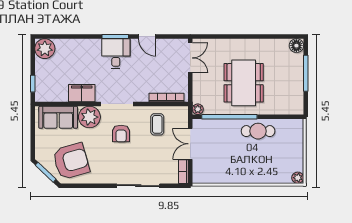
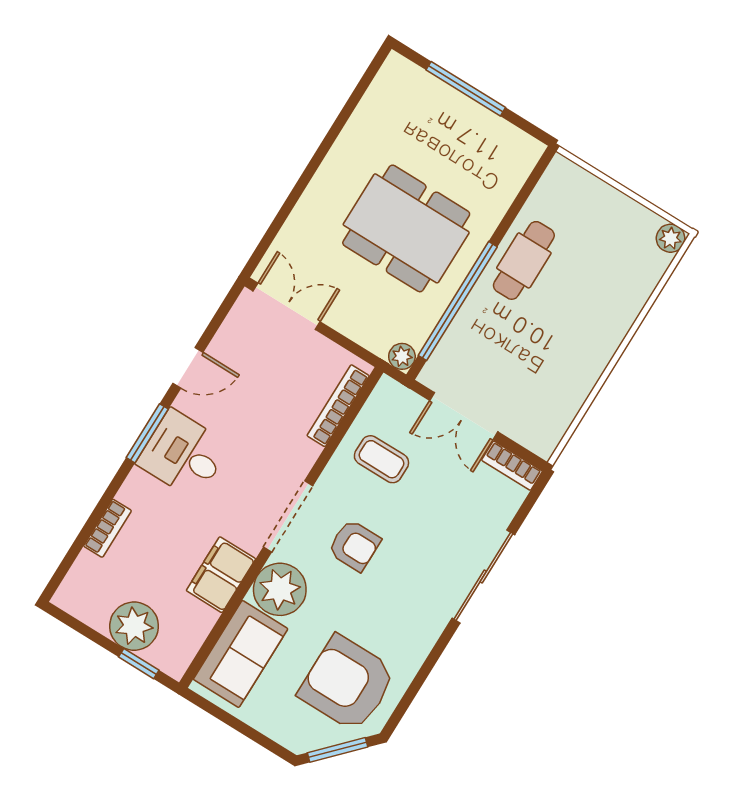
bookcase: (73, 43) -> (107, 528), added
floor lamp: (296, 46) -> (397, 72), removed
plant: (45, 49) -> (134, 626), moved
armchair: (71, 161) -> (347, 683), turned -74

